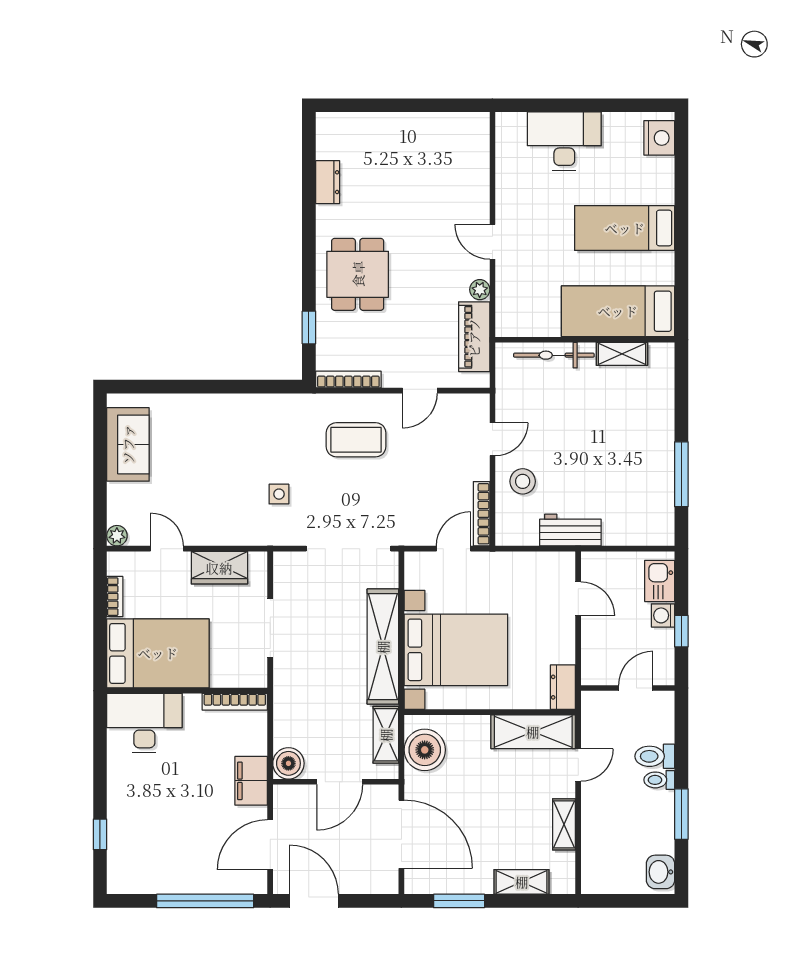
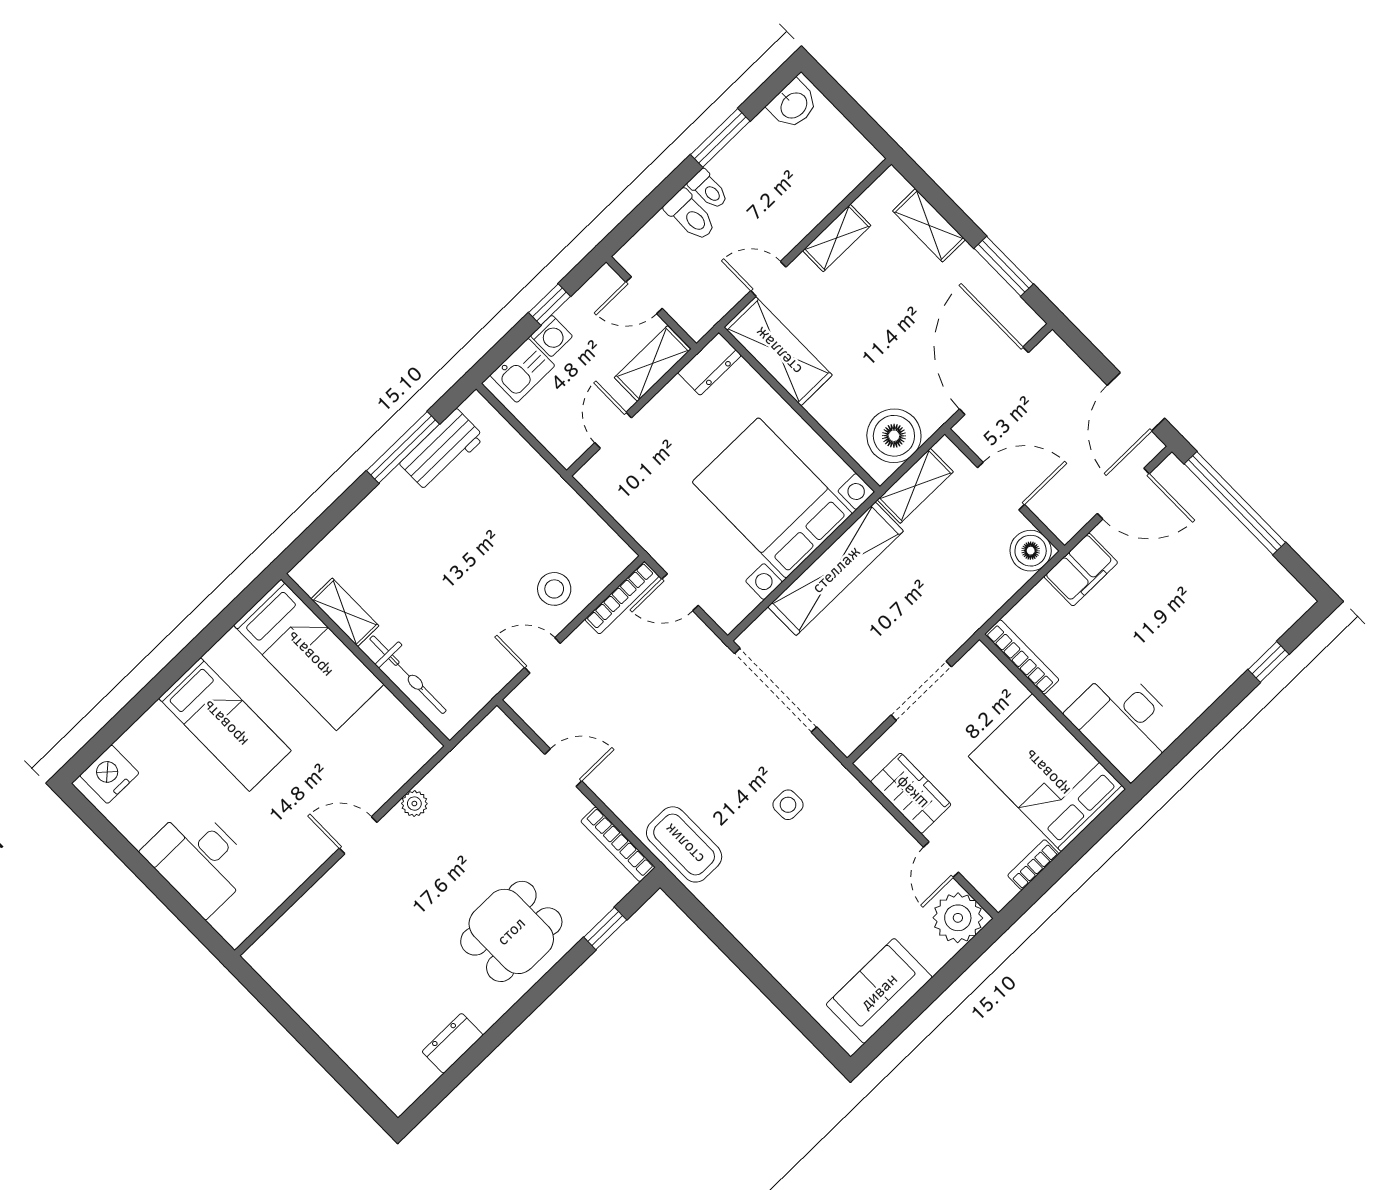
door: (492, 242) -> (358, 835), swing flipped
piano: (474, 337) -> (463, 766), removed
coffee table: (356, 440) -> (684, 844), moved
workbench: (570, 530) -> (442, 450), moved, turned -90
plant: (117, 536) -> (958, 918), width x1.87, depth x1.87
shelving: (594, 656) -> (653, 364), added

